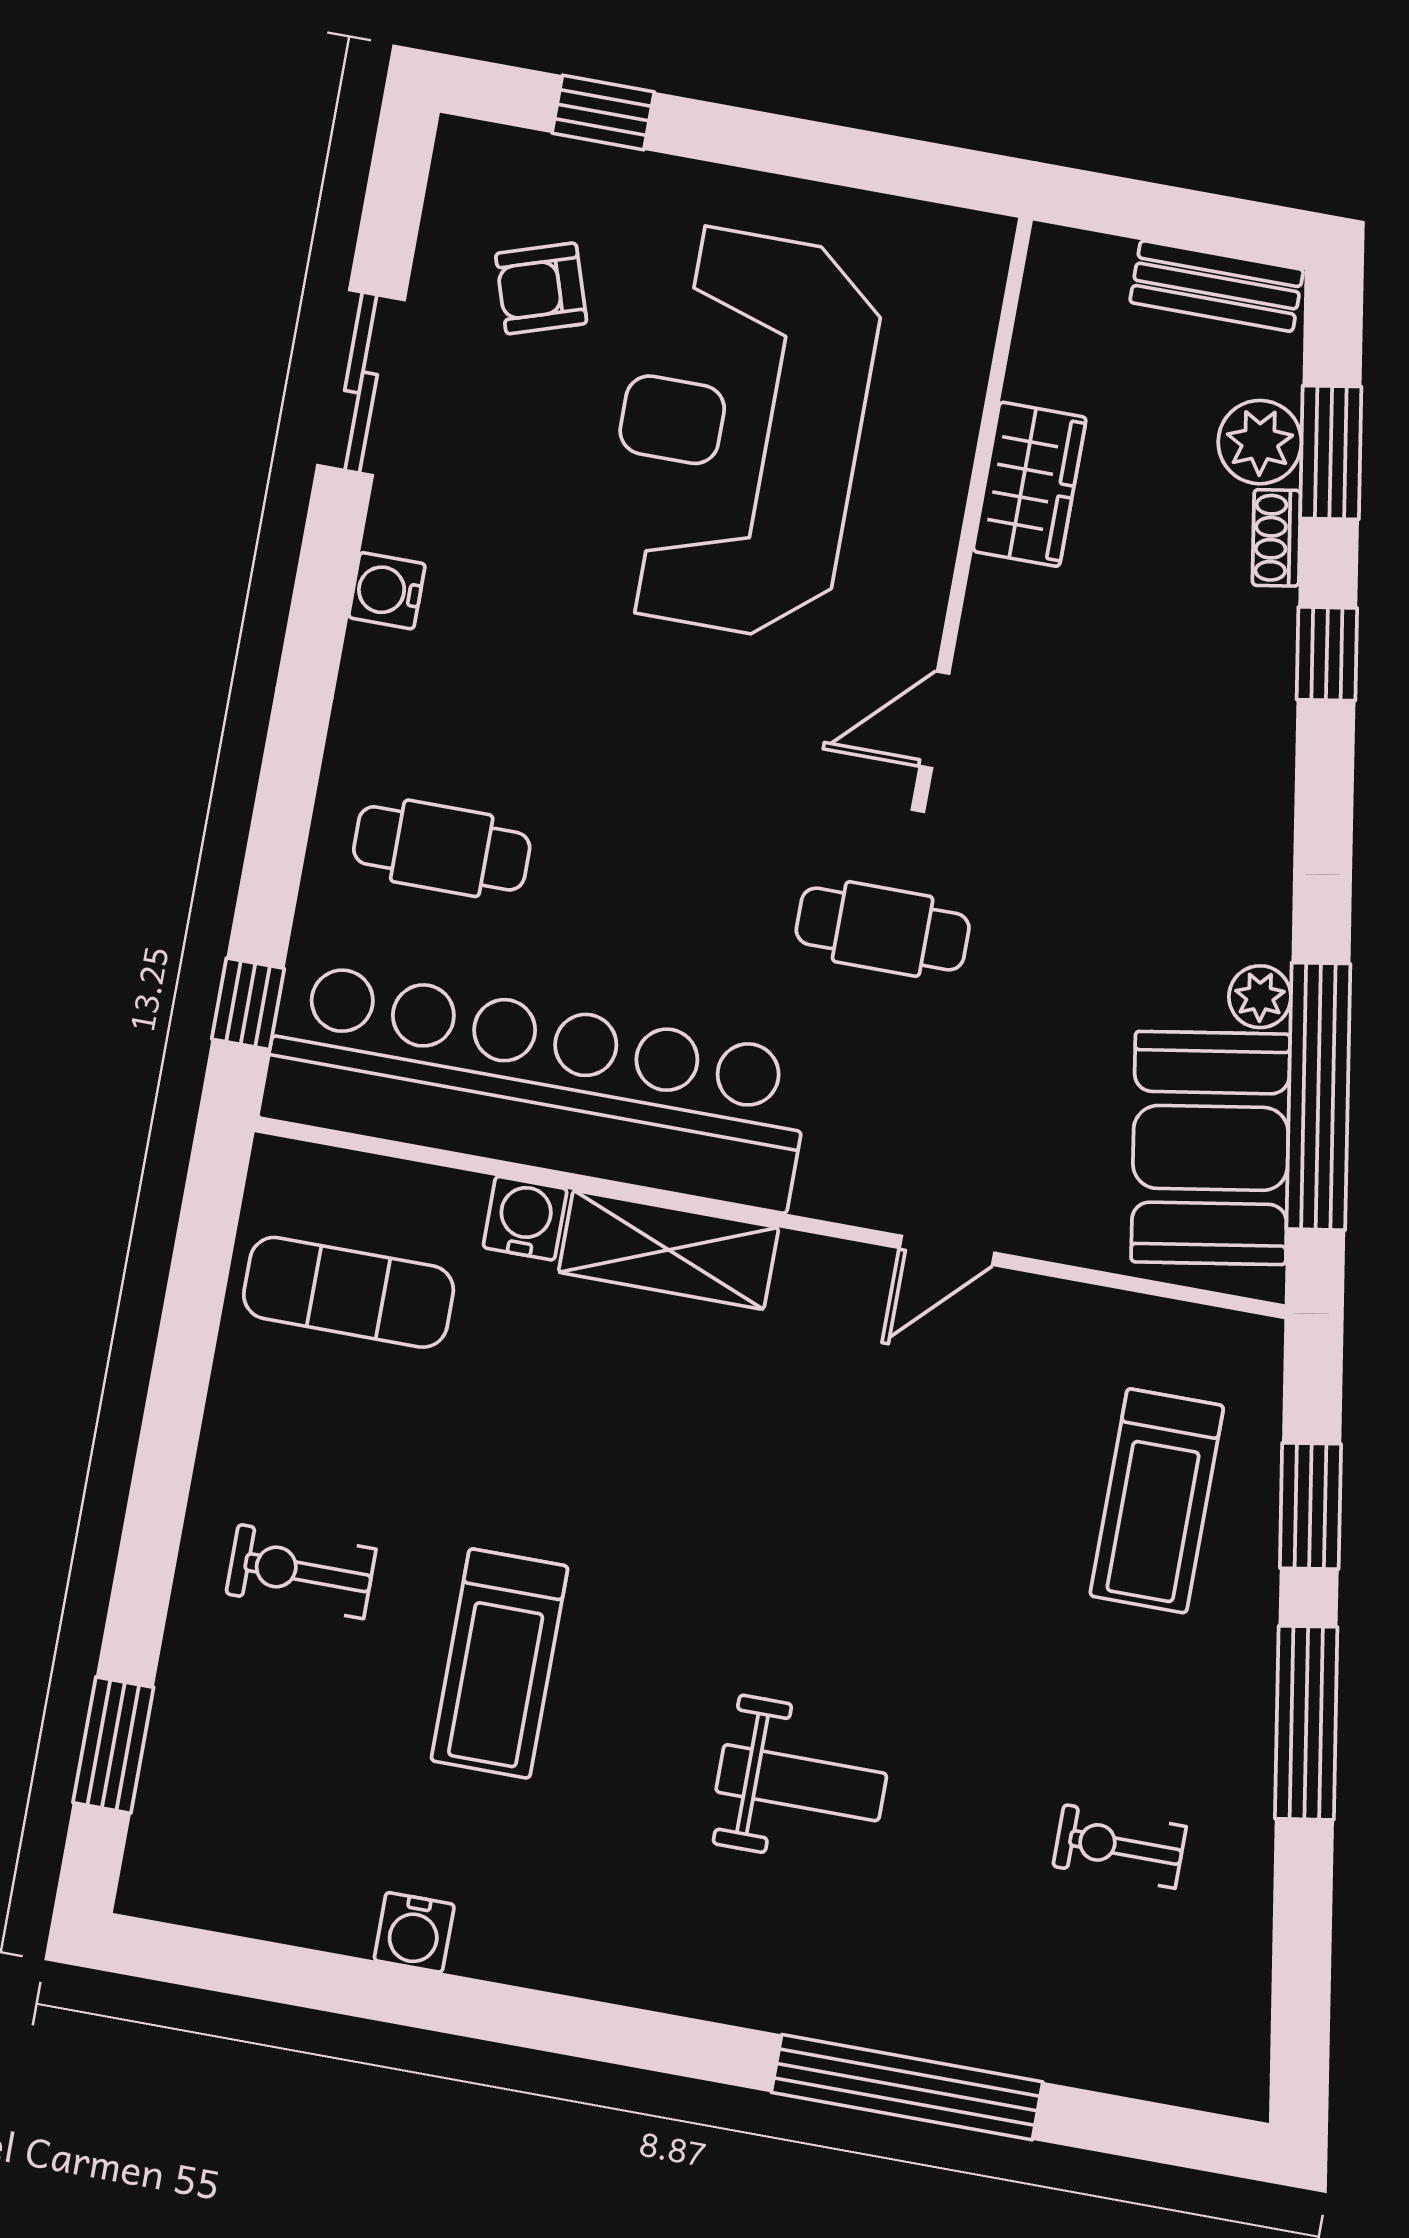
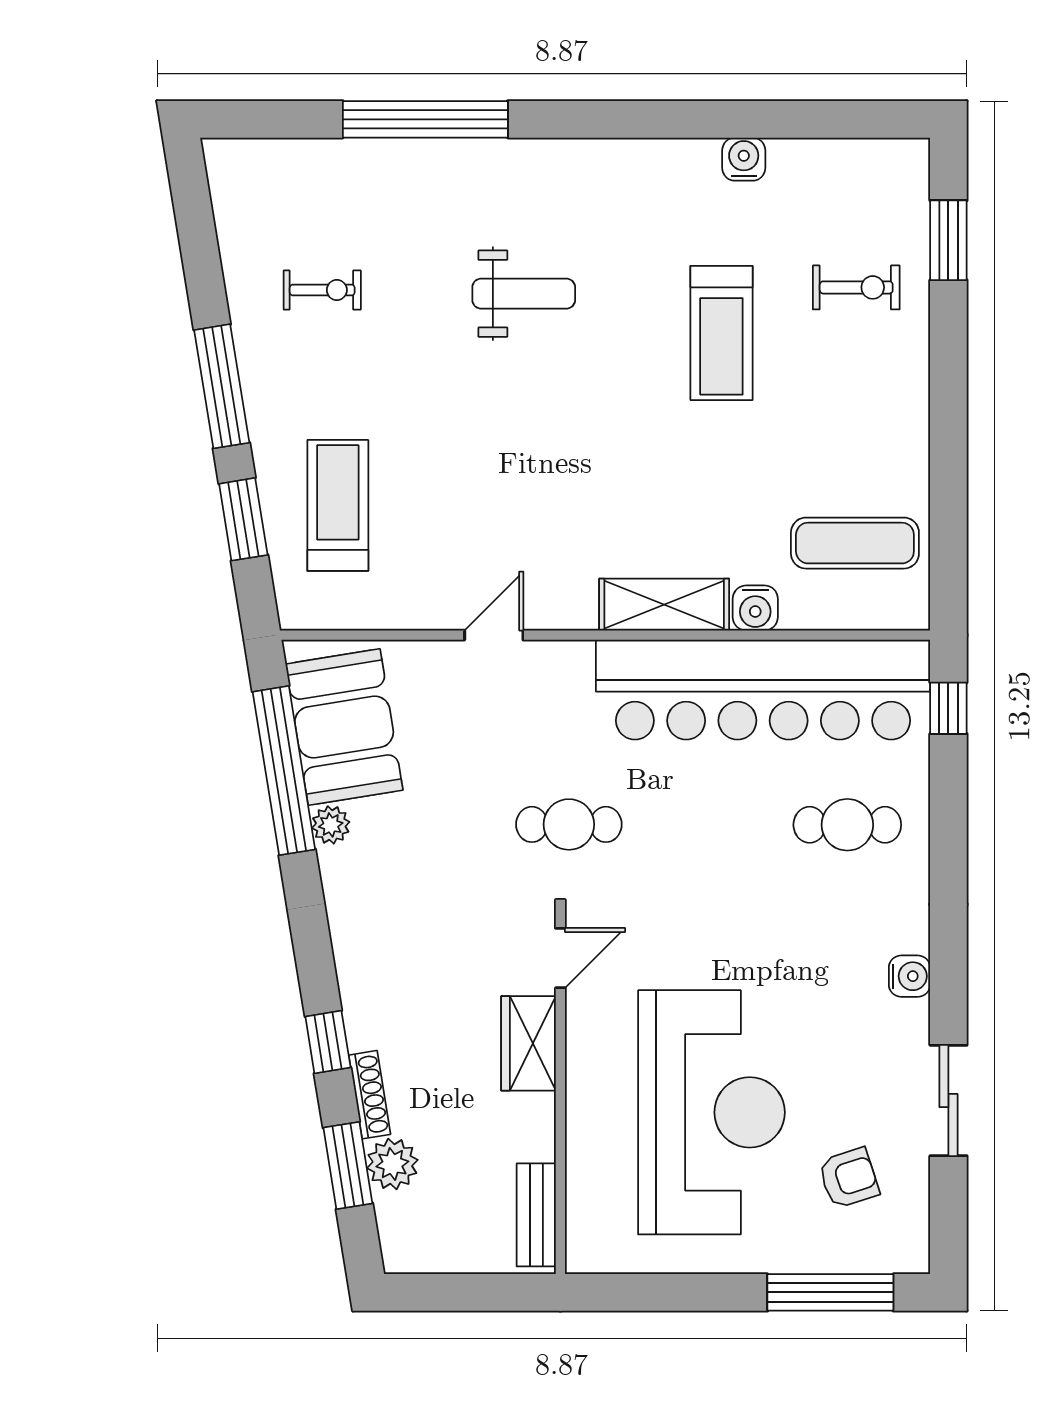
window: (603, 112) -> (830, 1292), width x2.17
bench: (1217, 286) -> (536, 1215), moved, turned 90
wardrobe: (1030, 484) -> (528, 1043), moved
shoe rack: (1276, 538) -> (370, 1095), width x1.43
exercise bike: (301, 1571) -> (856, 287), moved
treadmill: (499, 1663) -> (721, 333), turned 180
weight bench: (801, 1783) -> (524, 294), turned 180

